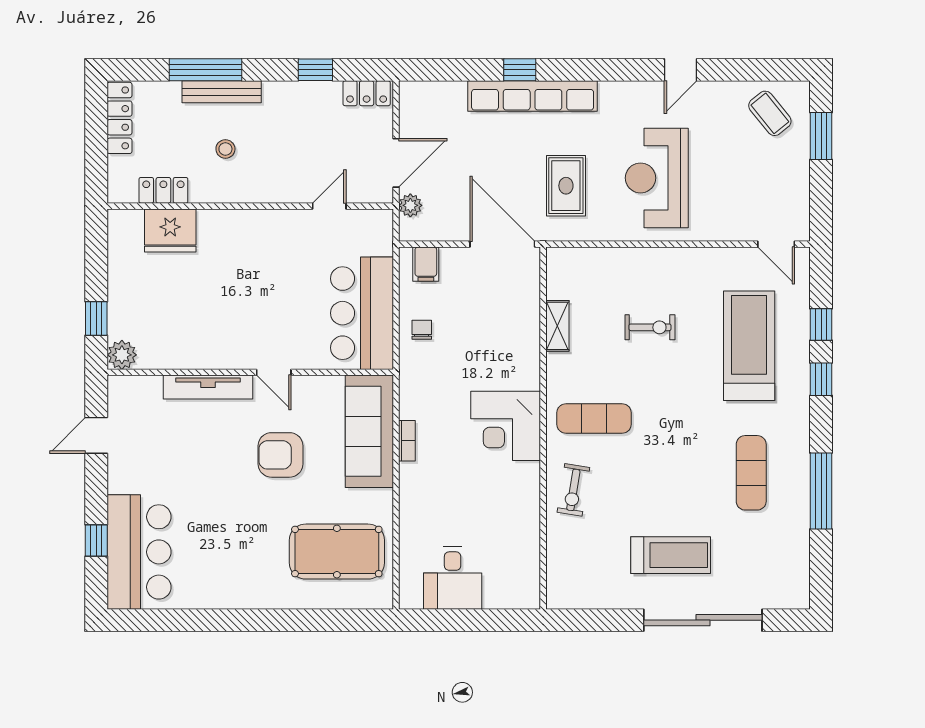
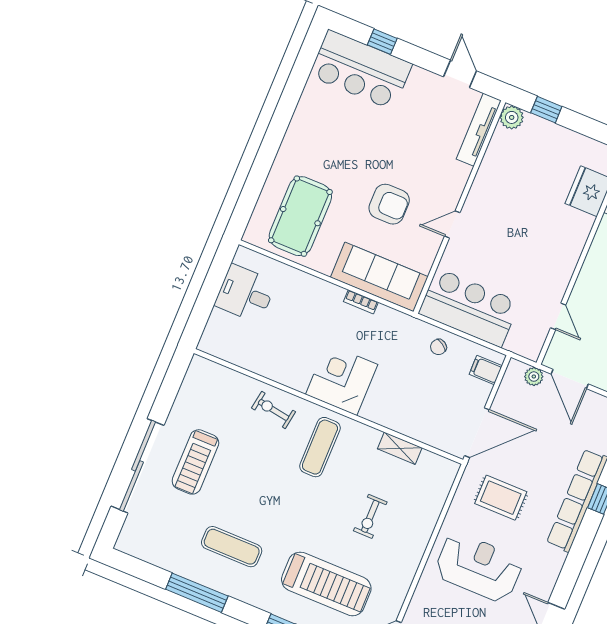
chair: (422, 330) -> (438, 347), turned 123
tv unit: (208, 387) -> (479, 130), moved
armchair: (280, 455) -> (389, 204), turned 90

